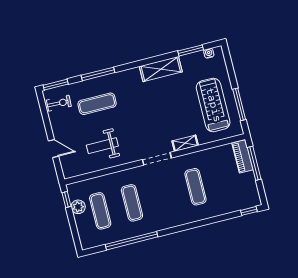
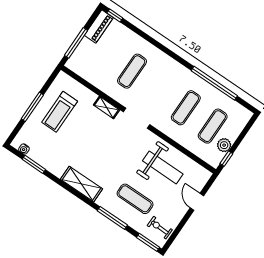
shelving: (161, 69) -> (81, 184), moved
window: (239, 104) -> (32, 107), moved
treadmill: (213, 105) -> (60, 112), width x0.73, depth x0.73
weight bench: (102, 146) -> (163, 167), width x1.36, depth x1.33
piano: (242, 156) -> (99, 26), moved

